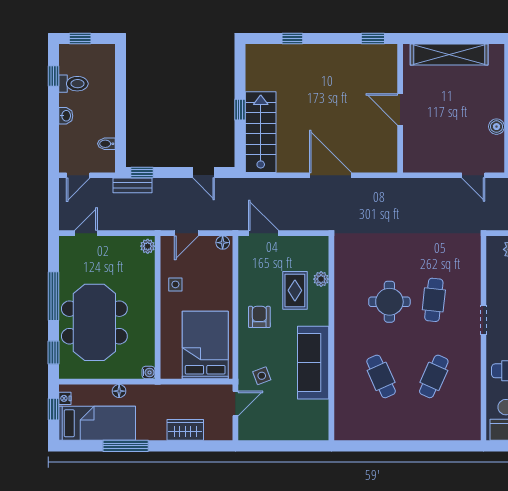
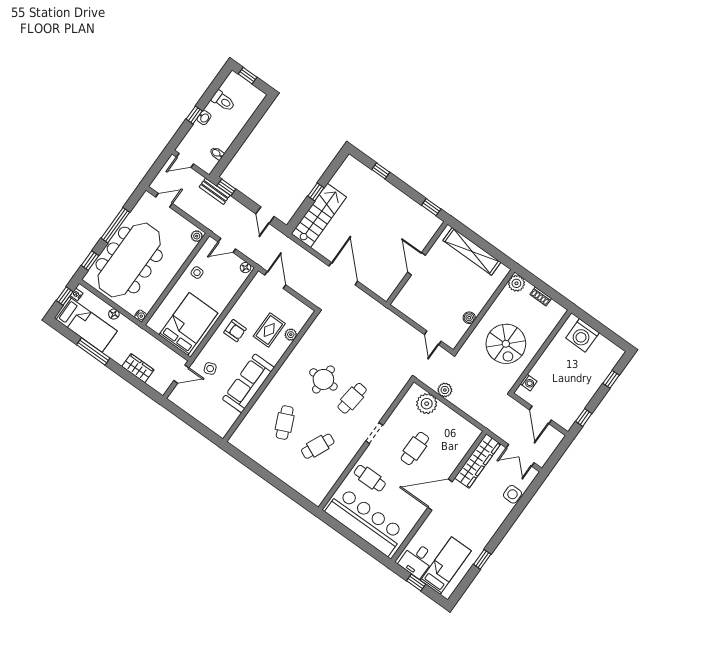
window: (54, 76) -> (194, 115), moved
armchair: (259, 317) -> (235, 331), turned 90
meeting table: (94, 322) -> (129, 260), width x1.36

